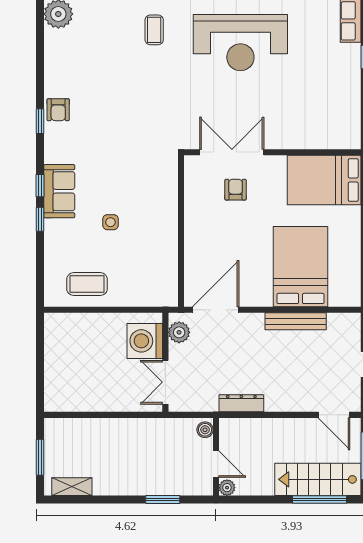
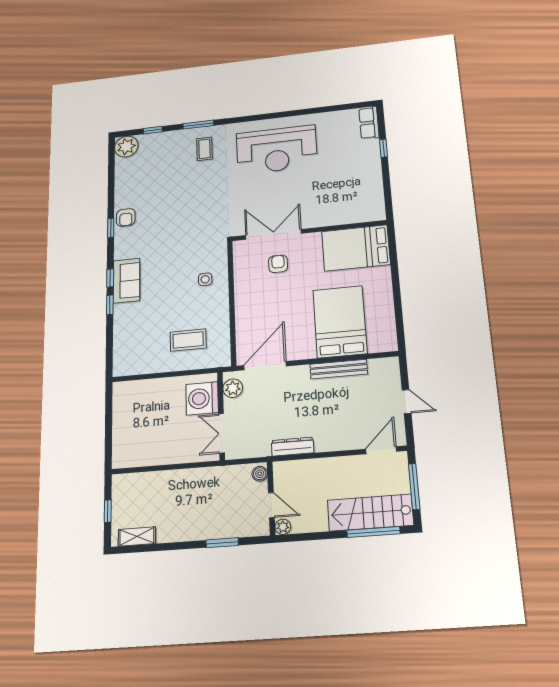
side table: (111, 222) -> (205, 279), moved
coffee table: (87, 284) -> (188, 340), moved
door: (334, 415) -> (381, 450), swing flipped
window: (40, 457) -> (108, 511), width x0.67

